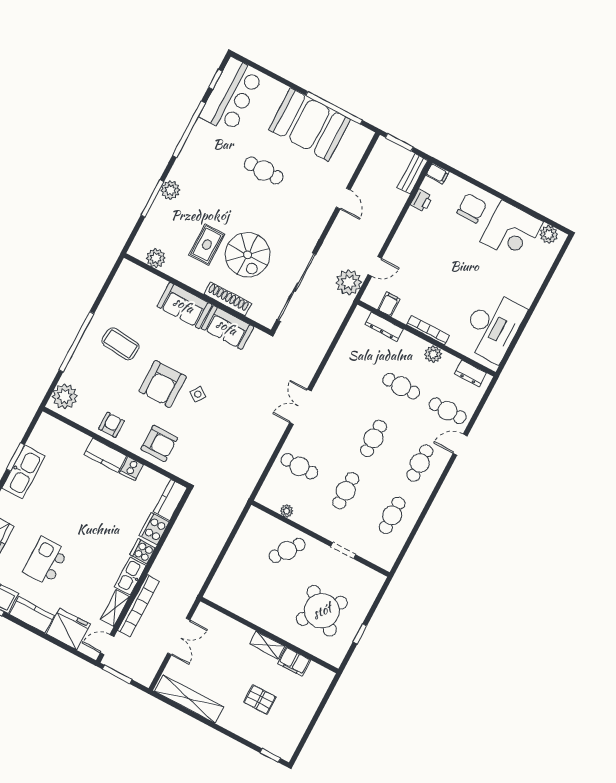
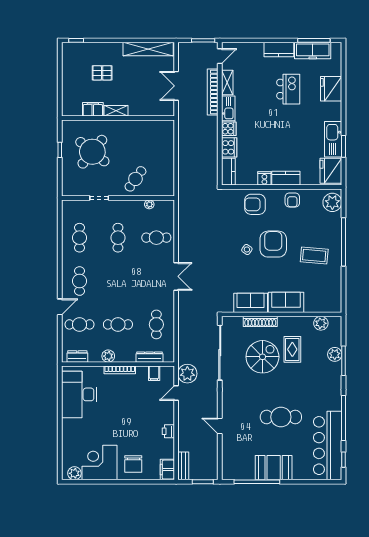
bar counter: (231, 95) -> (328, 446), width x1.36
booth: (310, 124) -> (274, 468), width x0.73, depth x0.70
cafe table: (264, 170) -> (281, 417), width x1.37, depth x1.35
filing cabinet: (437, 173) -> (167, 470), width x2.00
plant: (170, 190) -> (335, 354), moved
printer: (422, 201) -> (168, 431), moved
spiral stairs: (248, 255) -> (262, 357), turned 90
cafe table: (373, 438) -> (156, 324), moved
fridge: (68, 629) -> (331, 171), moved, turned 90

